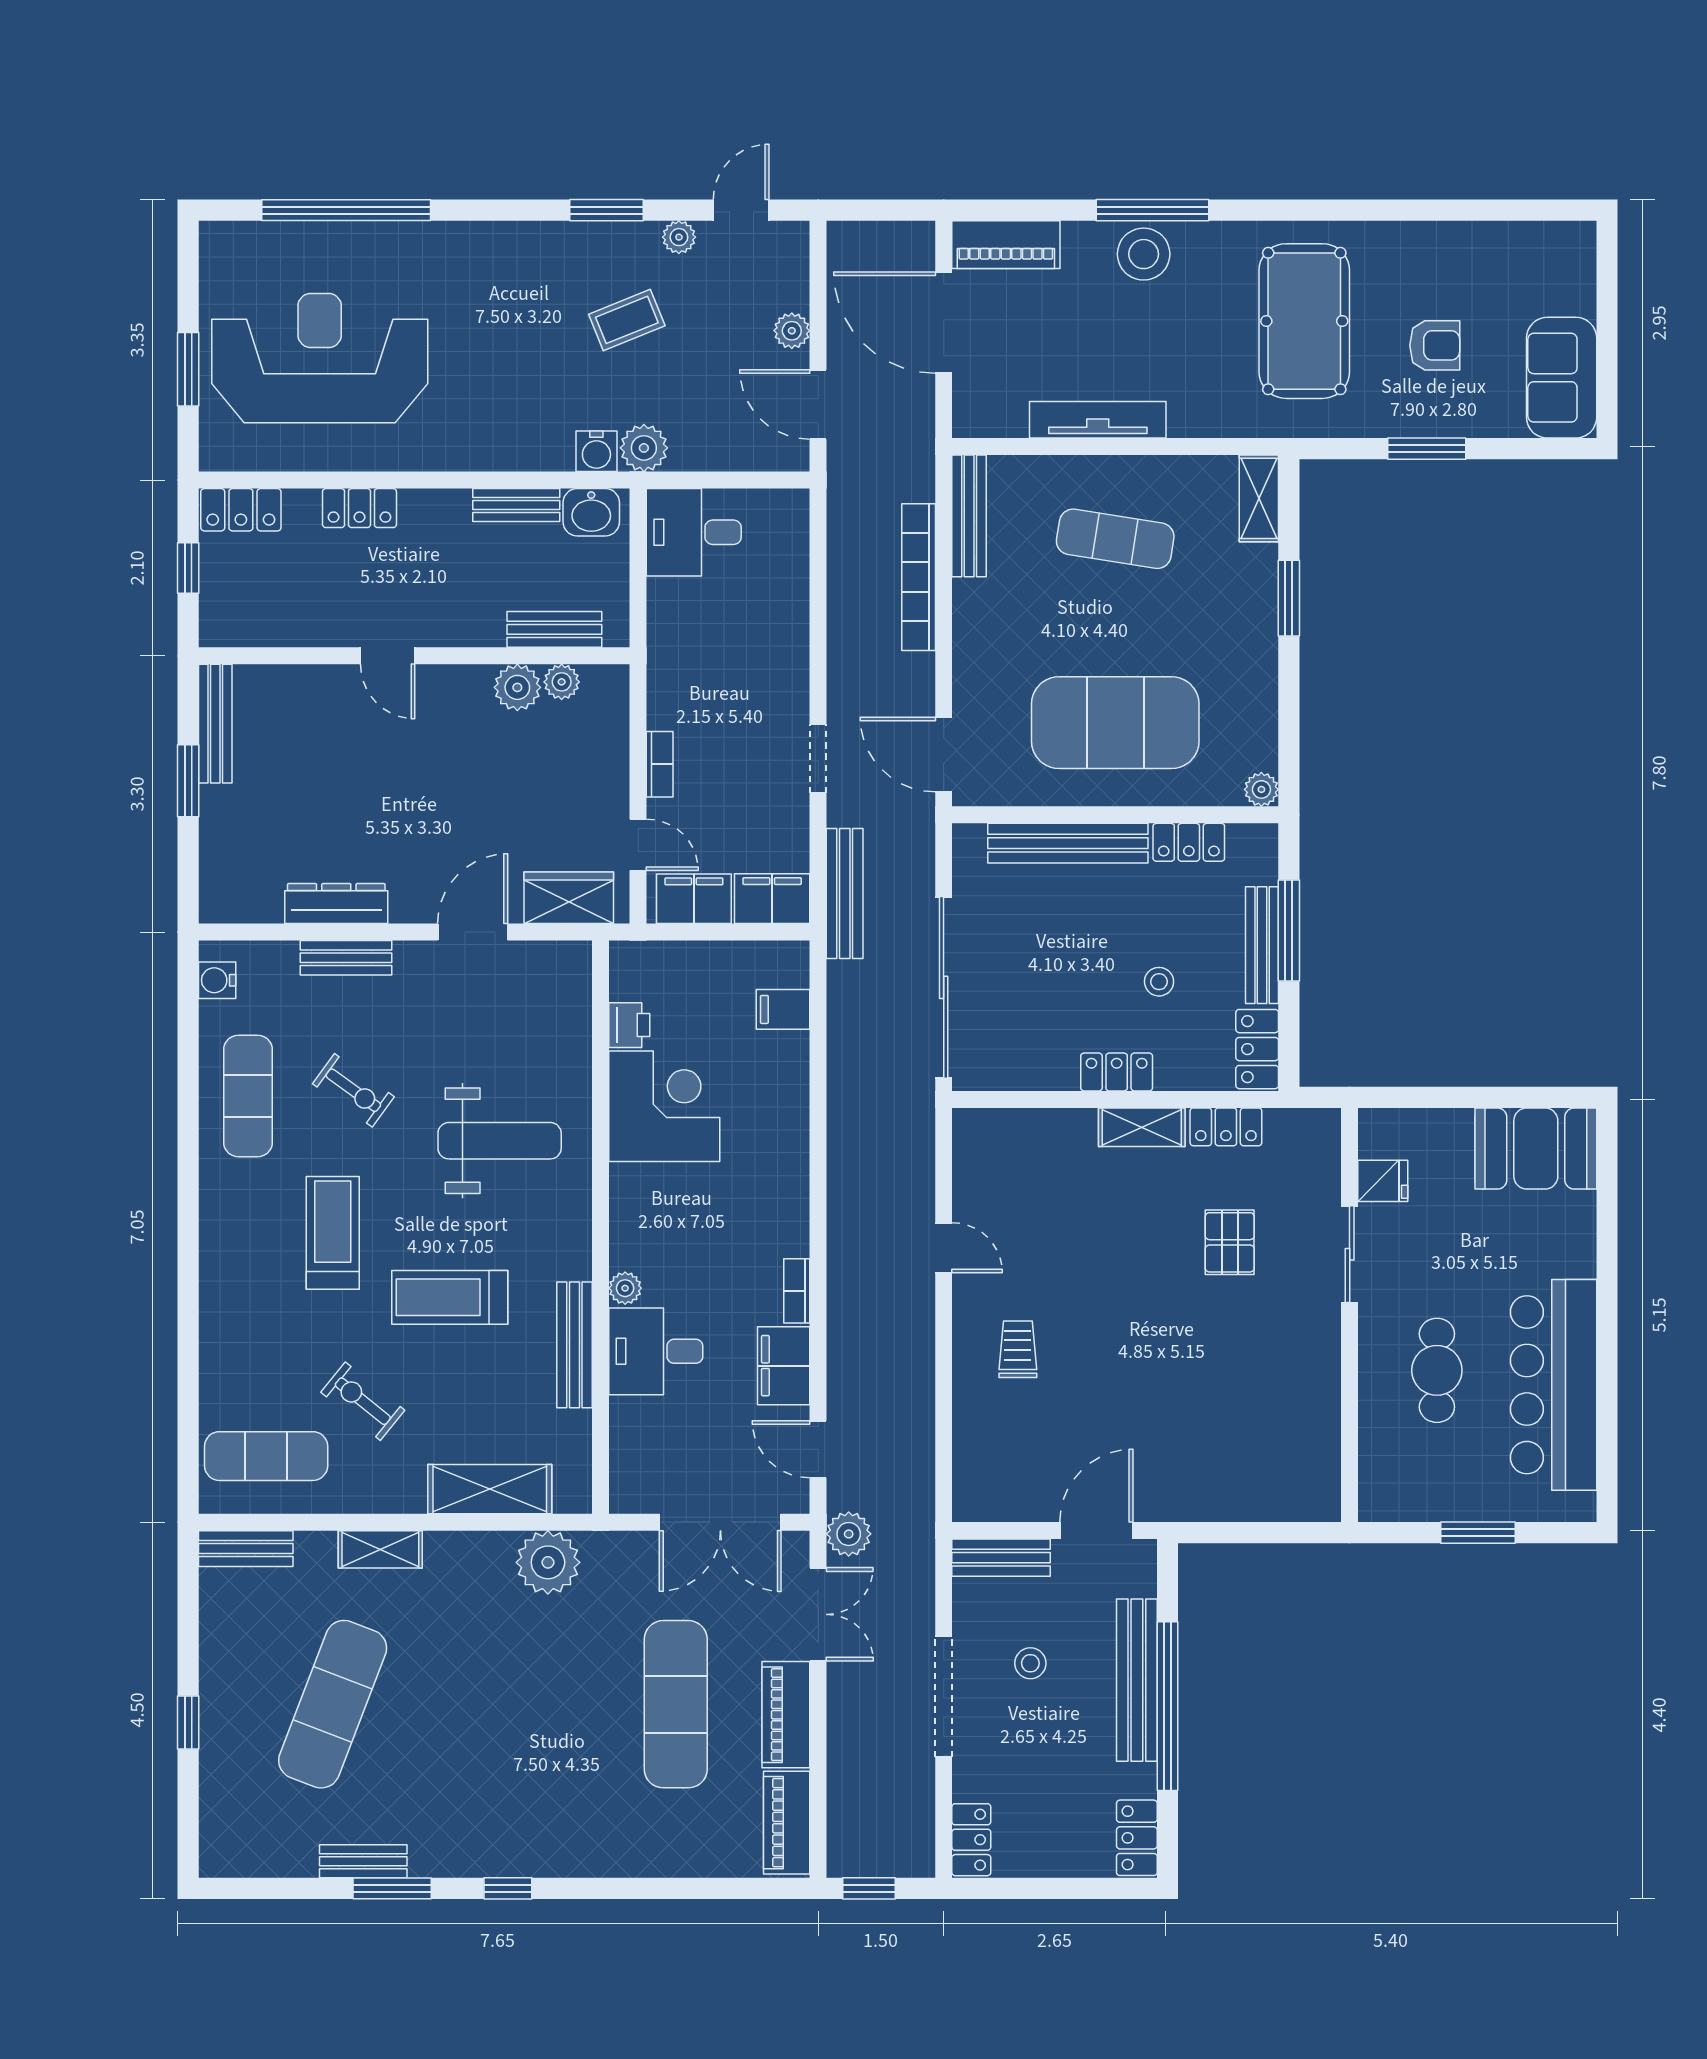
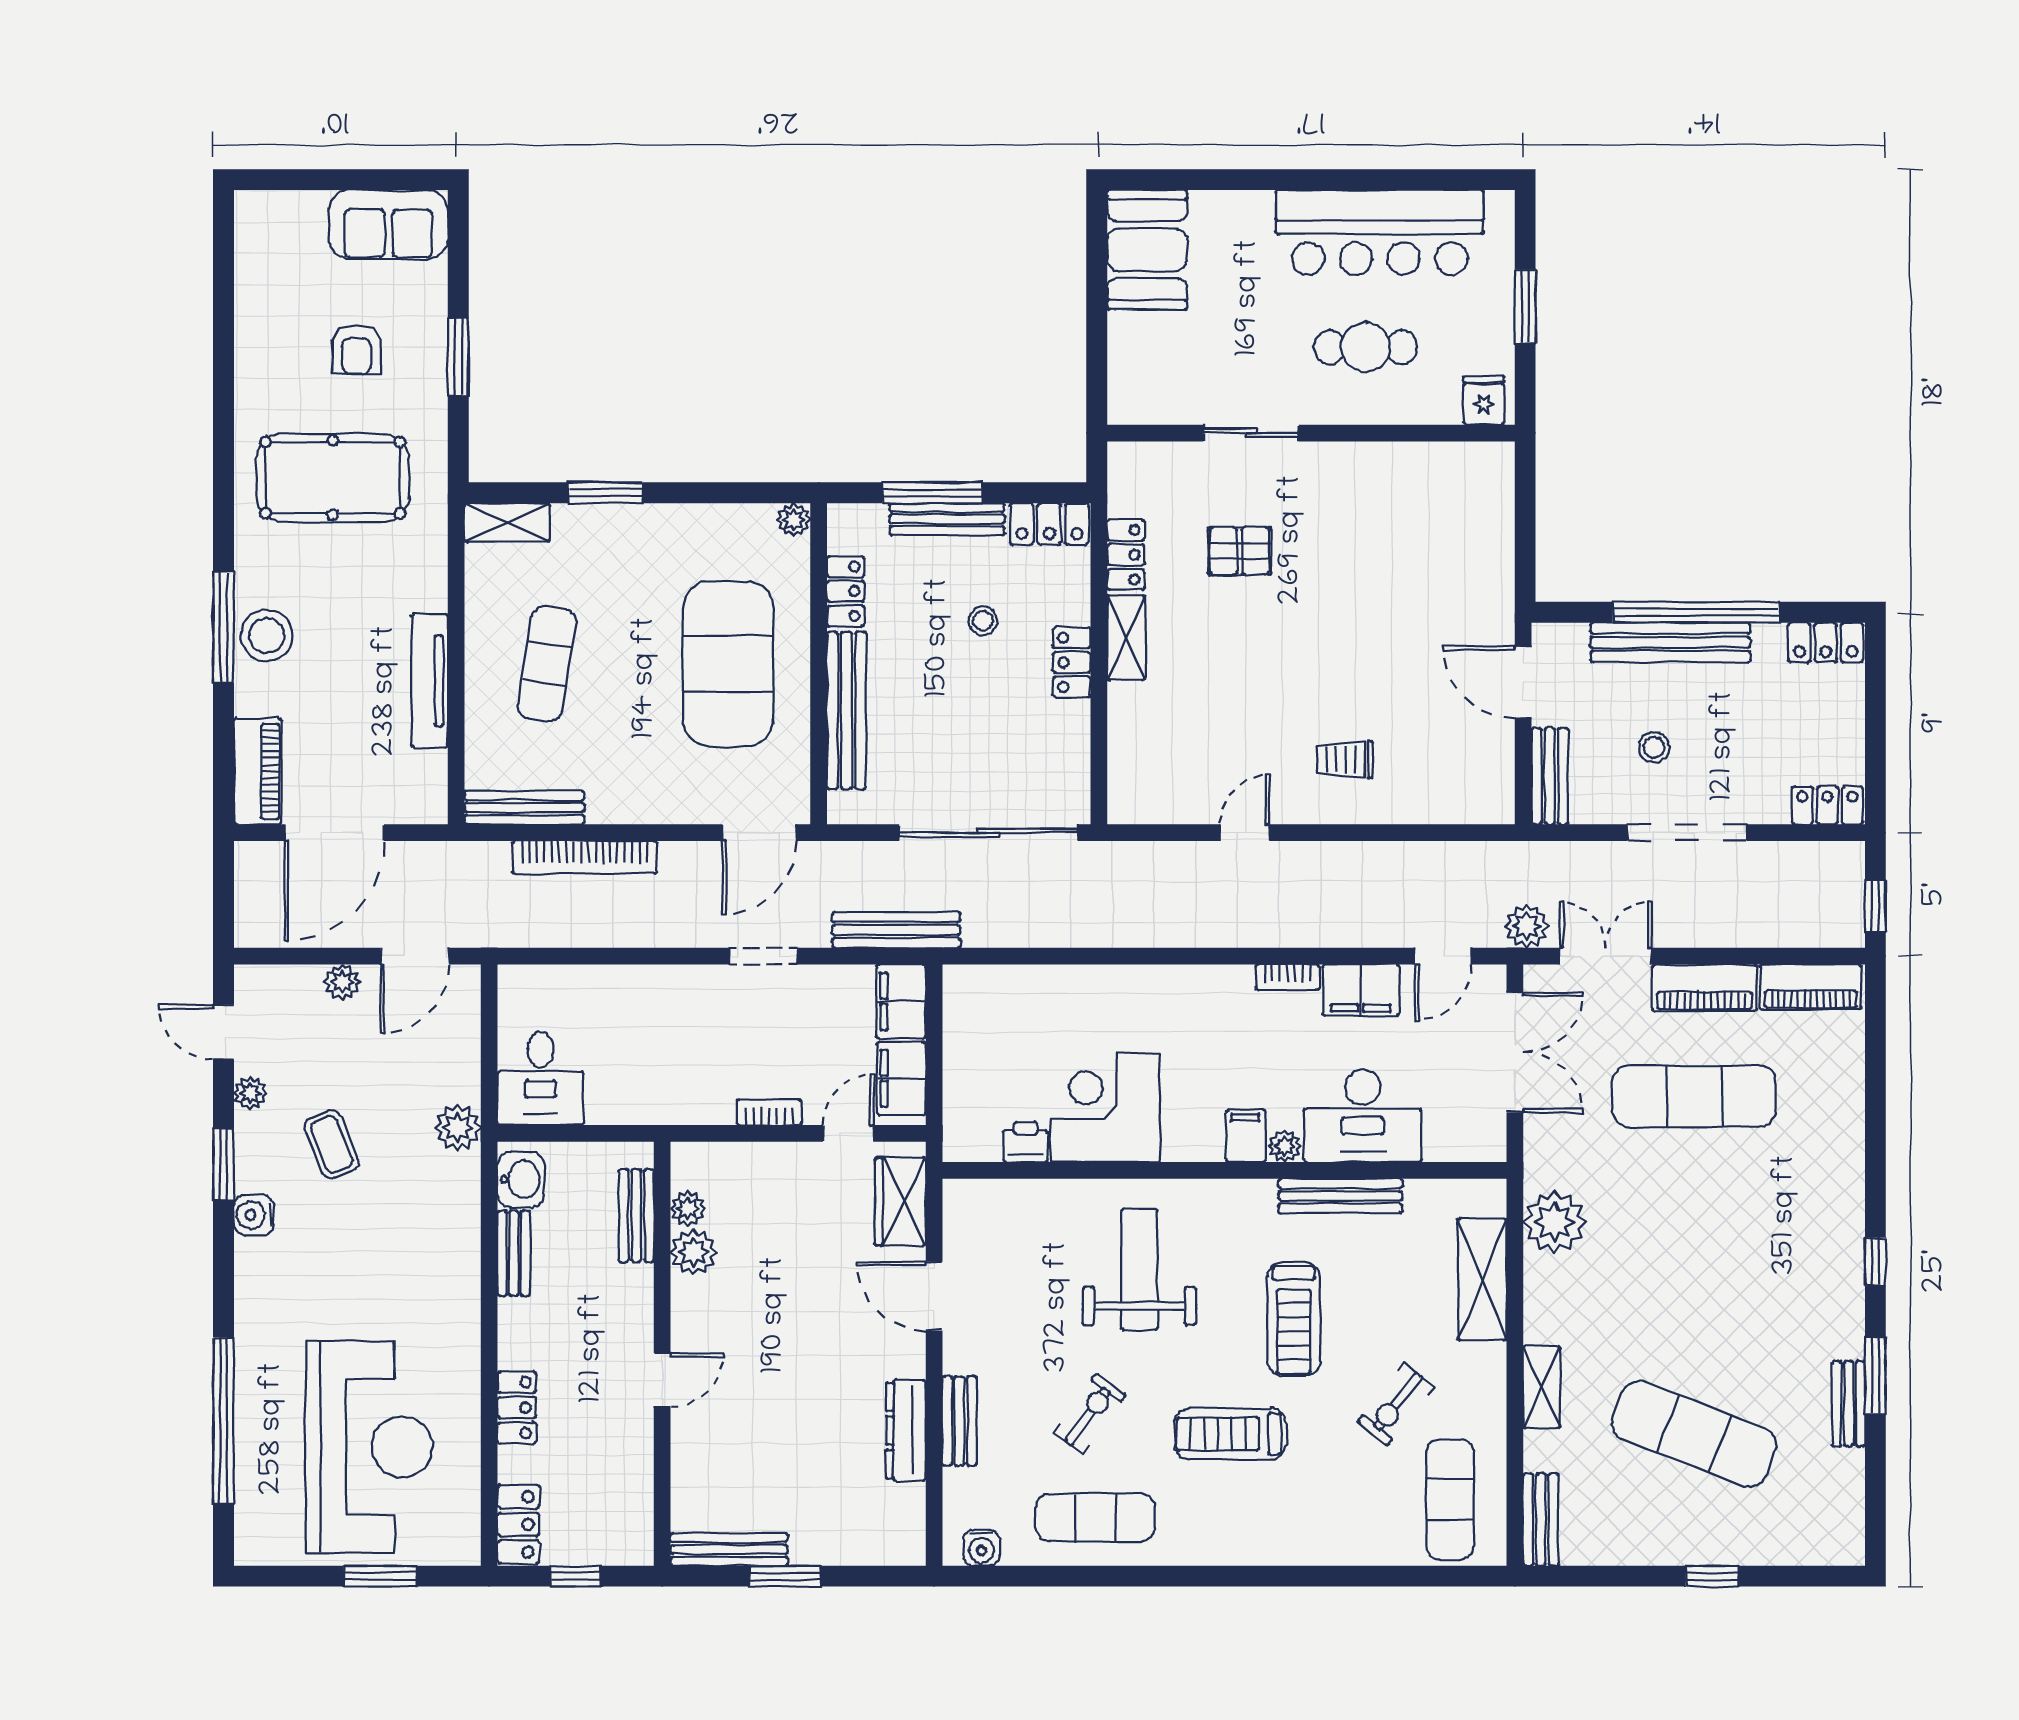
armchair: (1435, 345) -> (357, 349), turned 180
reception desk: (320, 358) -> (369, 1447), turned 180
water cooler: (596, 451) -> (254, 1215), moved, turned 180
filing cabinet: (783, 1009) -> (1246, 1136), moved, turned 180
fridge: (1383, 1181) -> (1484, 400), moved
desk: (656, 1351) -> (1363, 1116), width x1.37

